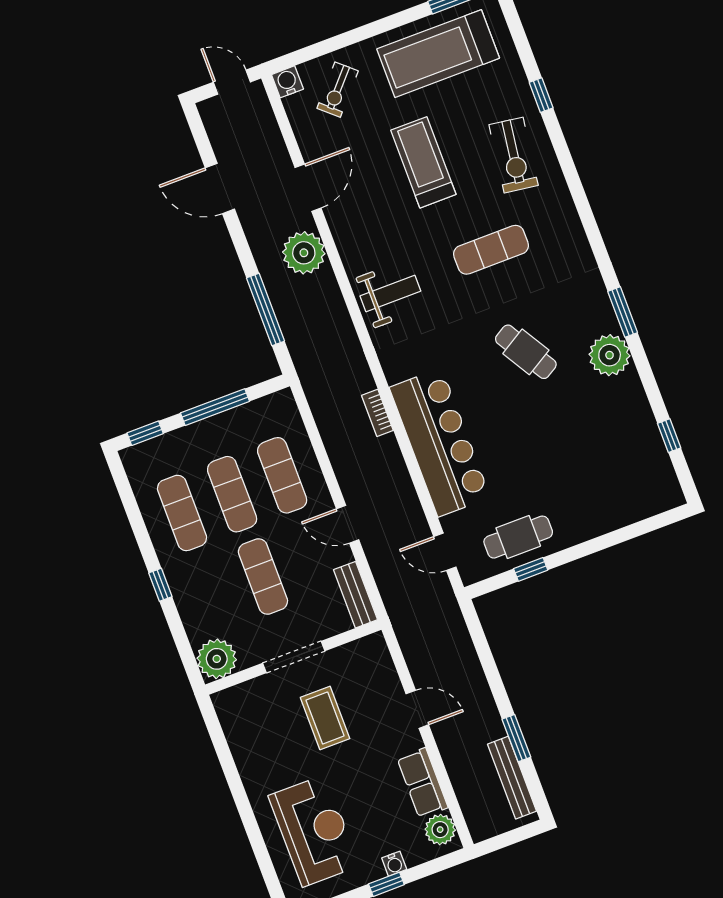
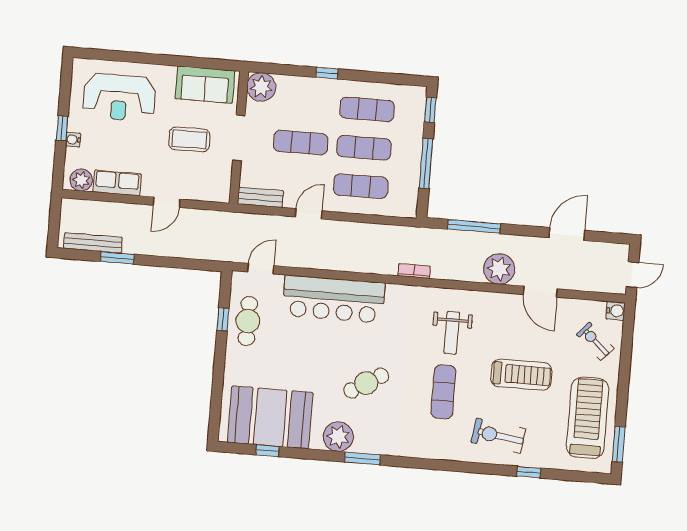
weight bench: (390, 294) -> (452, 333), moved
bookcase: (377, 413) -> (414, 271), moved
booth: (626, 452) -> (270, 417), added
sofa: (247, 731) -> (205, 85), added

